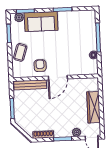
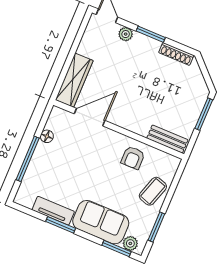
tv unit: (70, 15) -> (53, 211), added
door: (58, 78) -> (90, 117), moved
bench: (30, 85) -> (167, 139), width x0.73
wardrobe: (94, 107) -> (74, 80), moved

